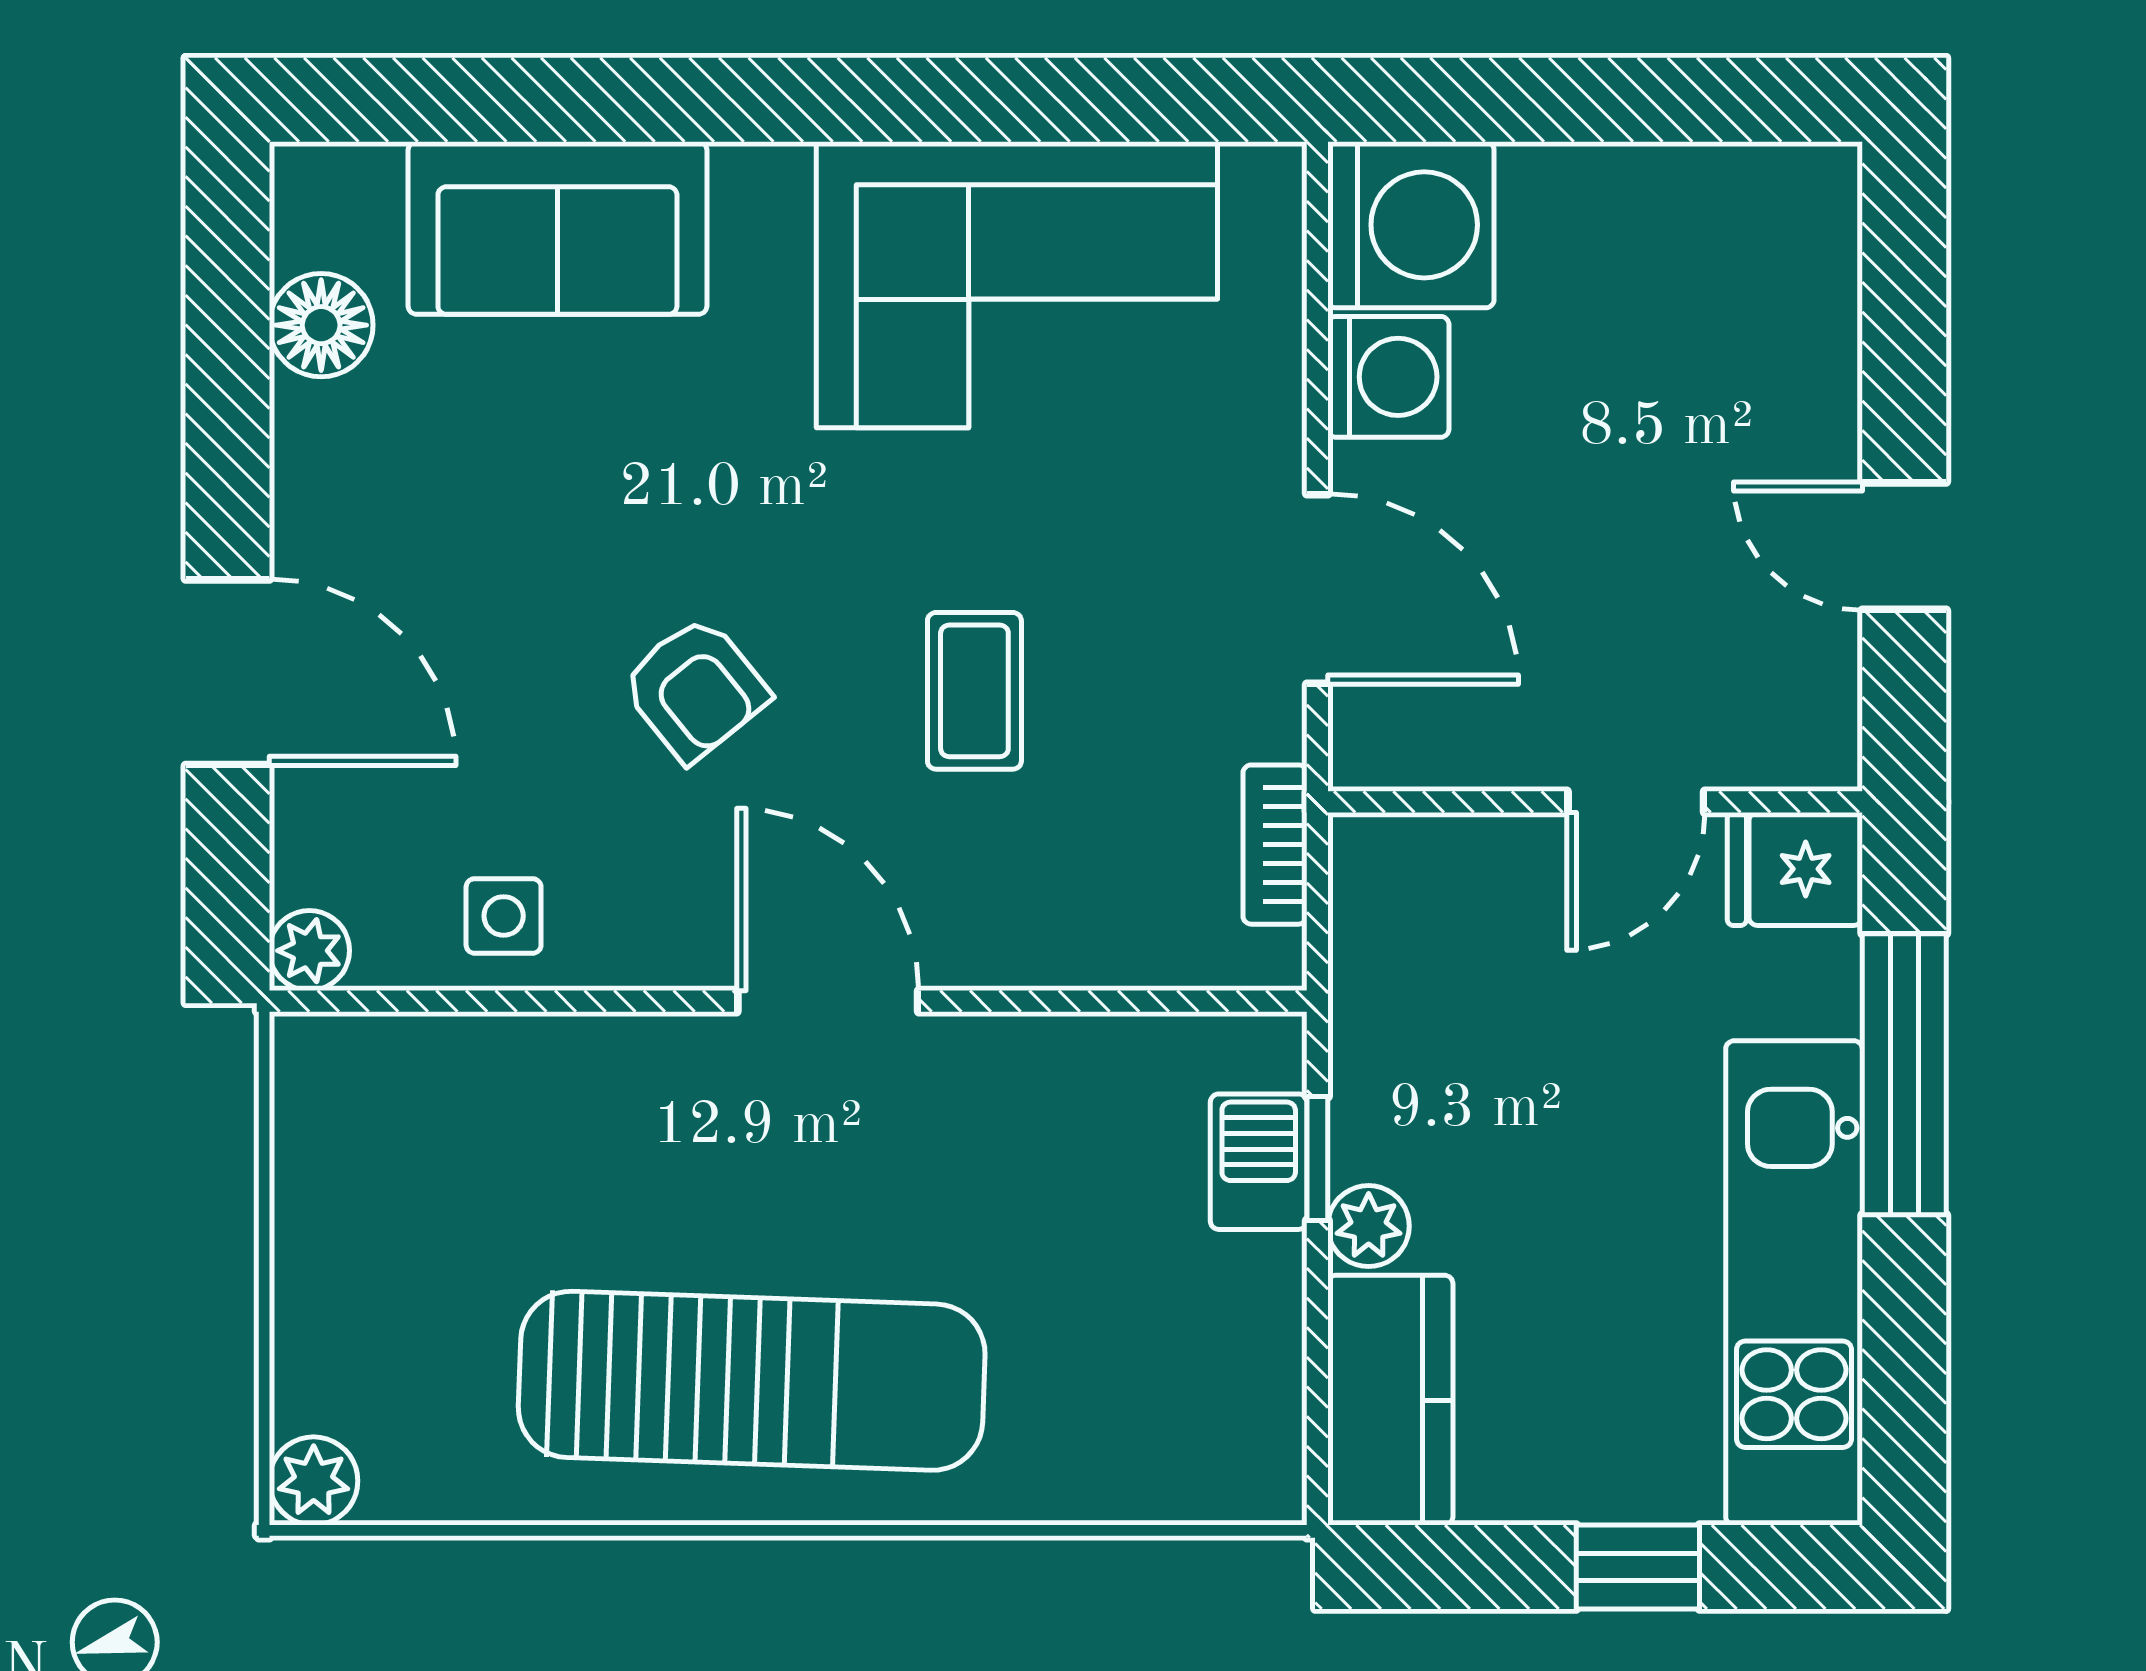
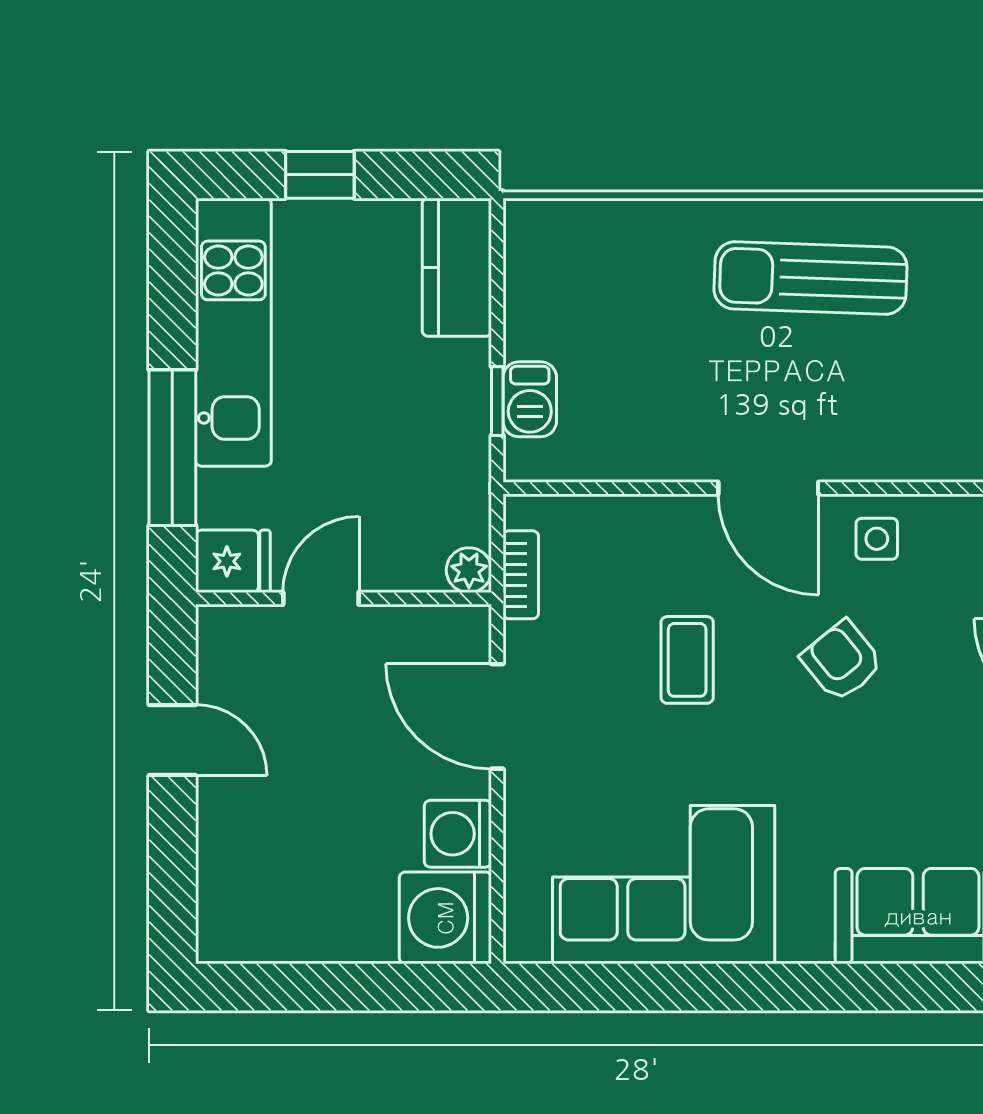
side table: (504, 916) -> (877, 539), moved
plant: (1369, 1226) -> (469, 570), moved
sun lounger: (752, 1381) -> (810, 278), width x0.73, depth x0.75

